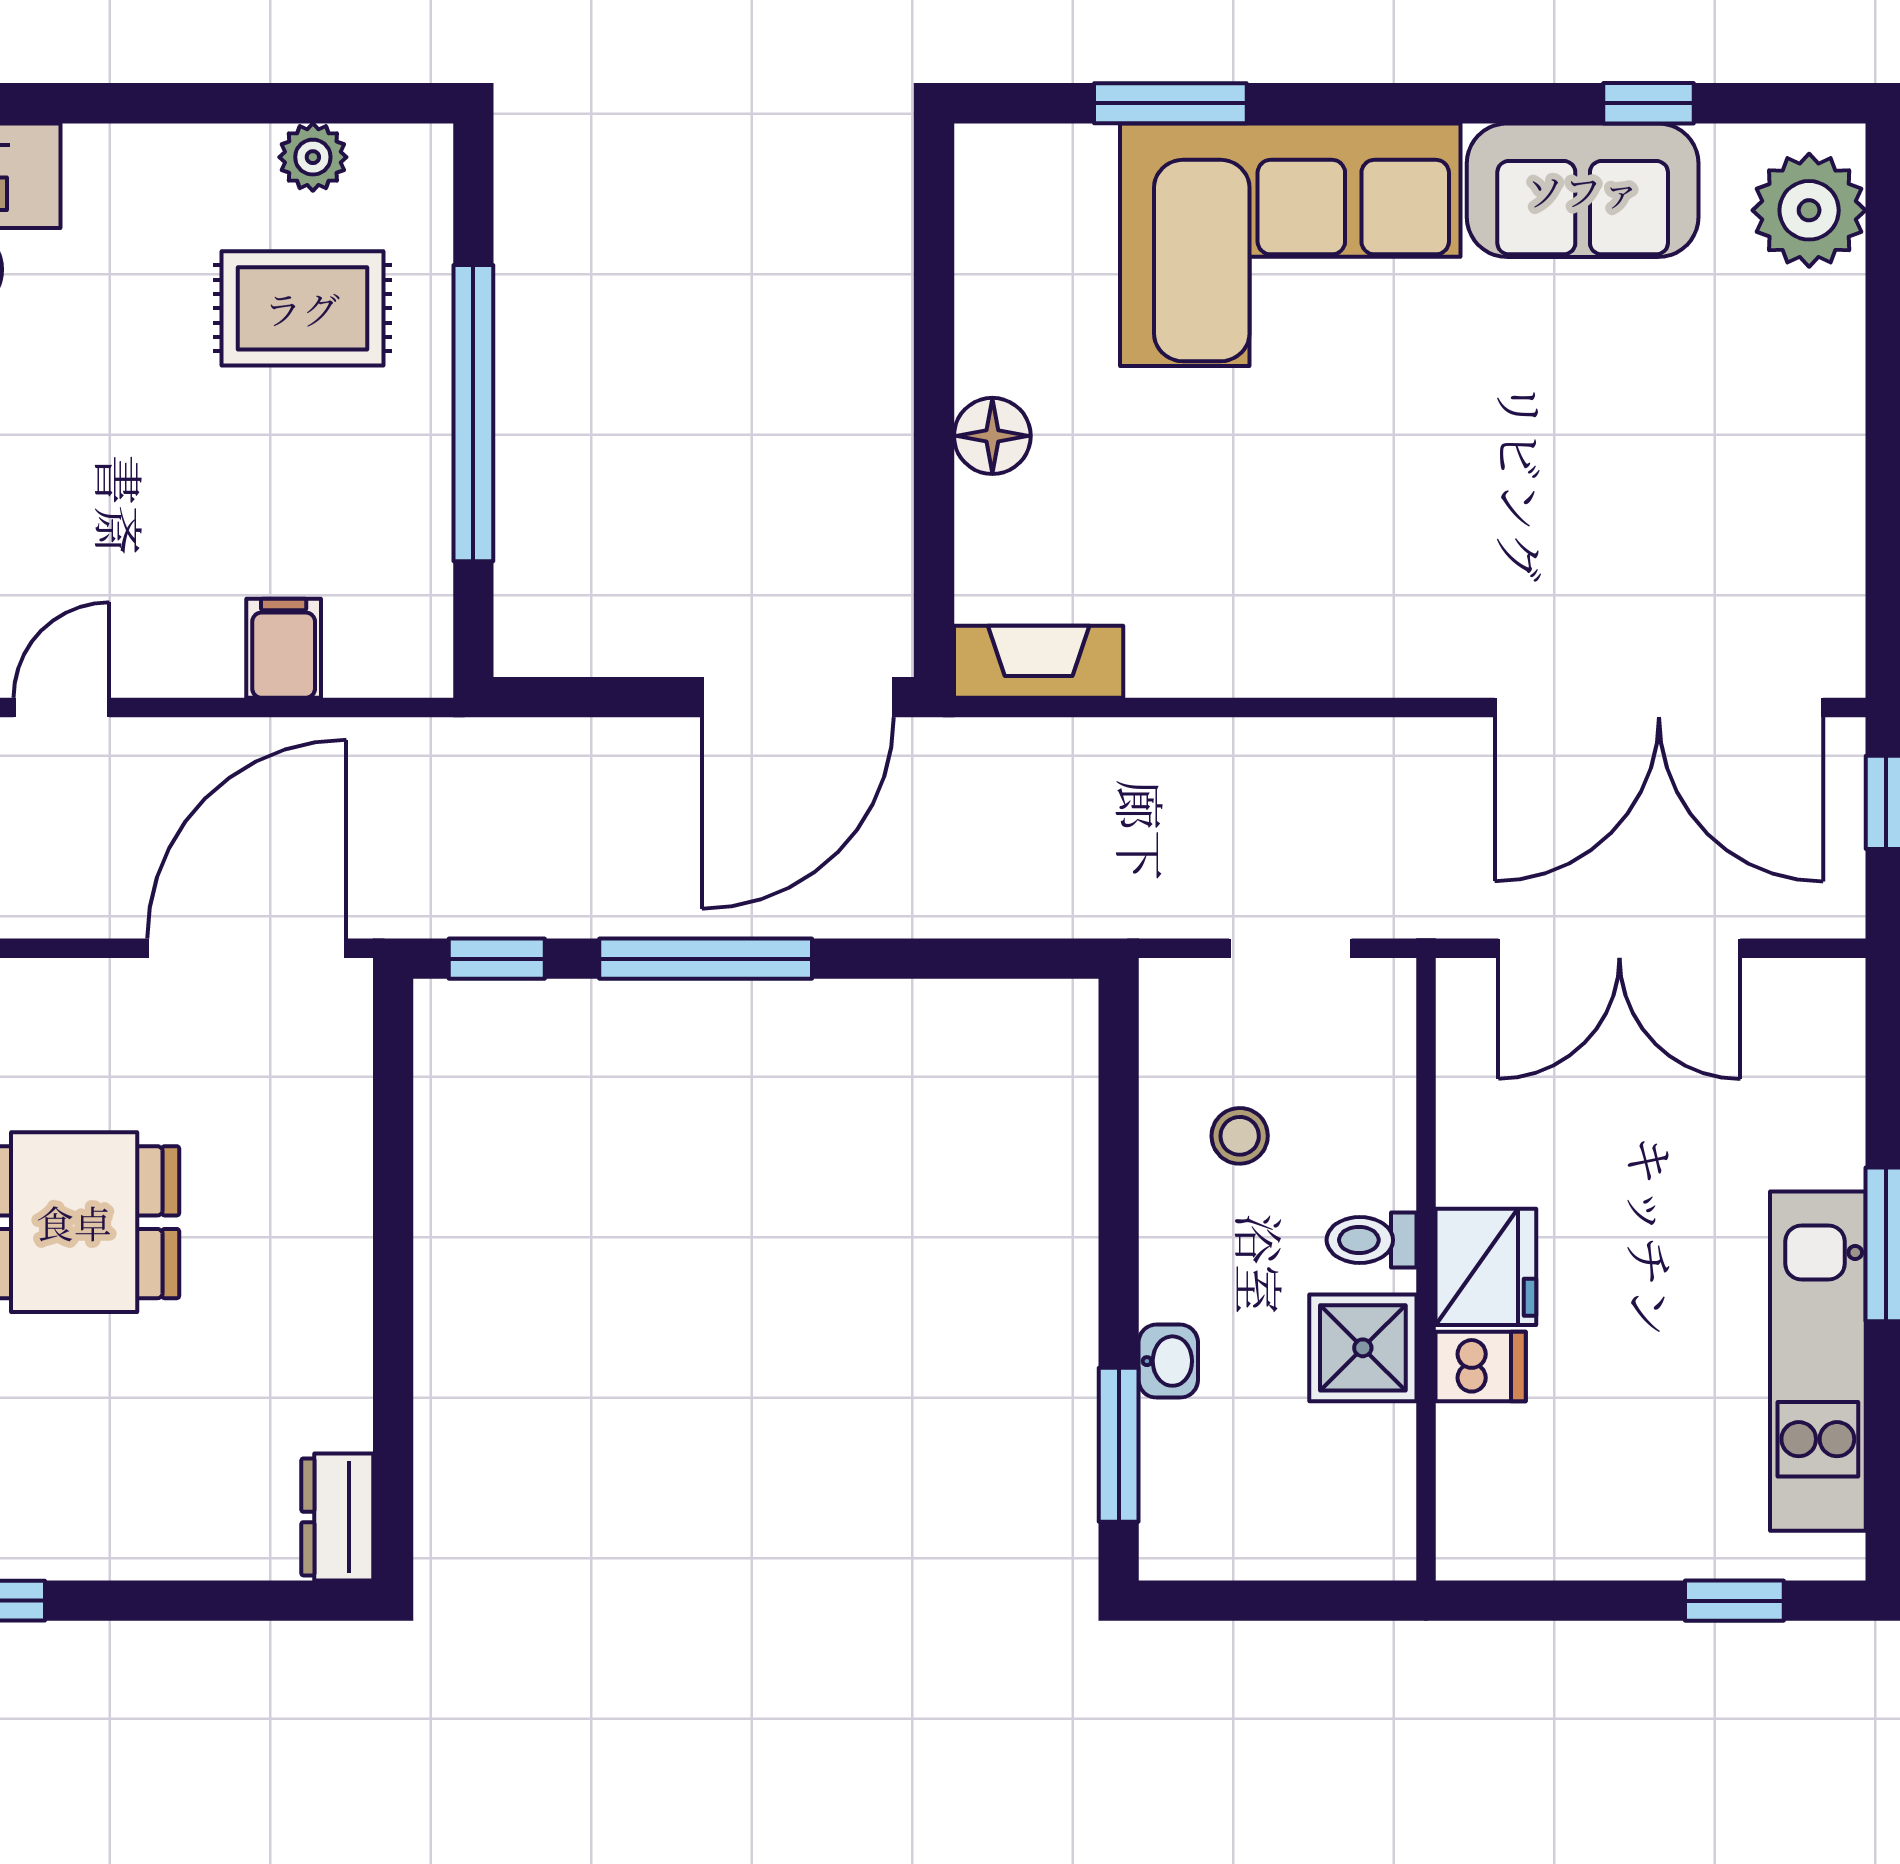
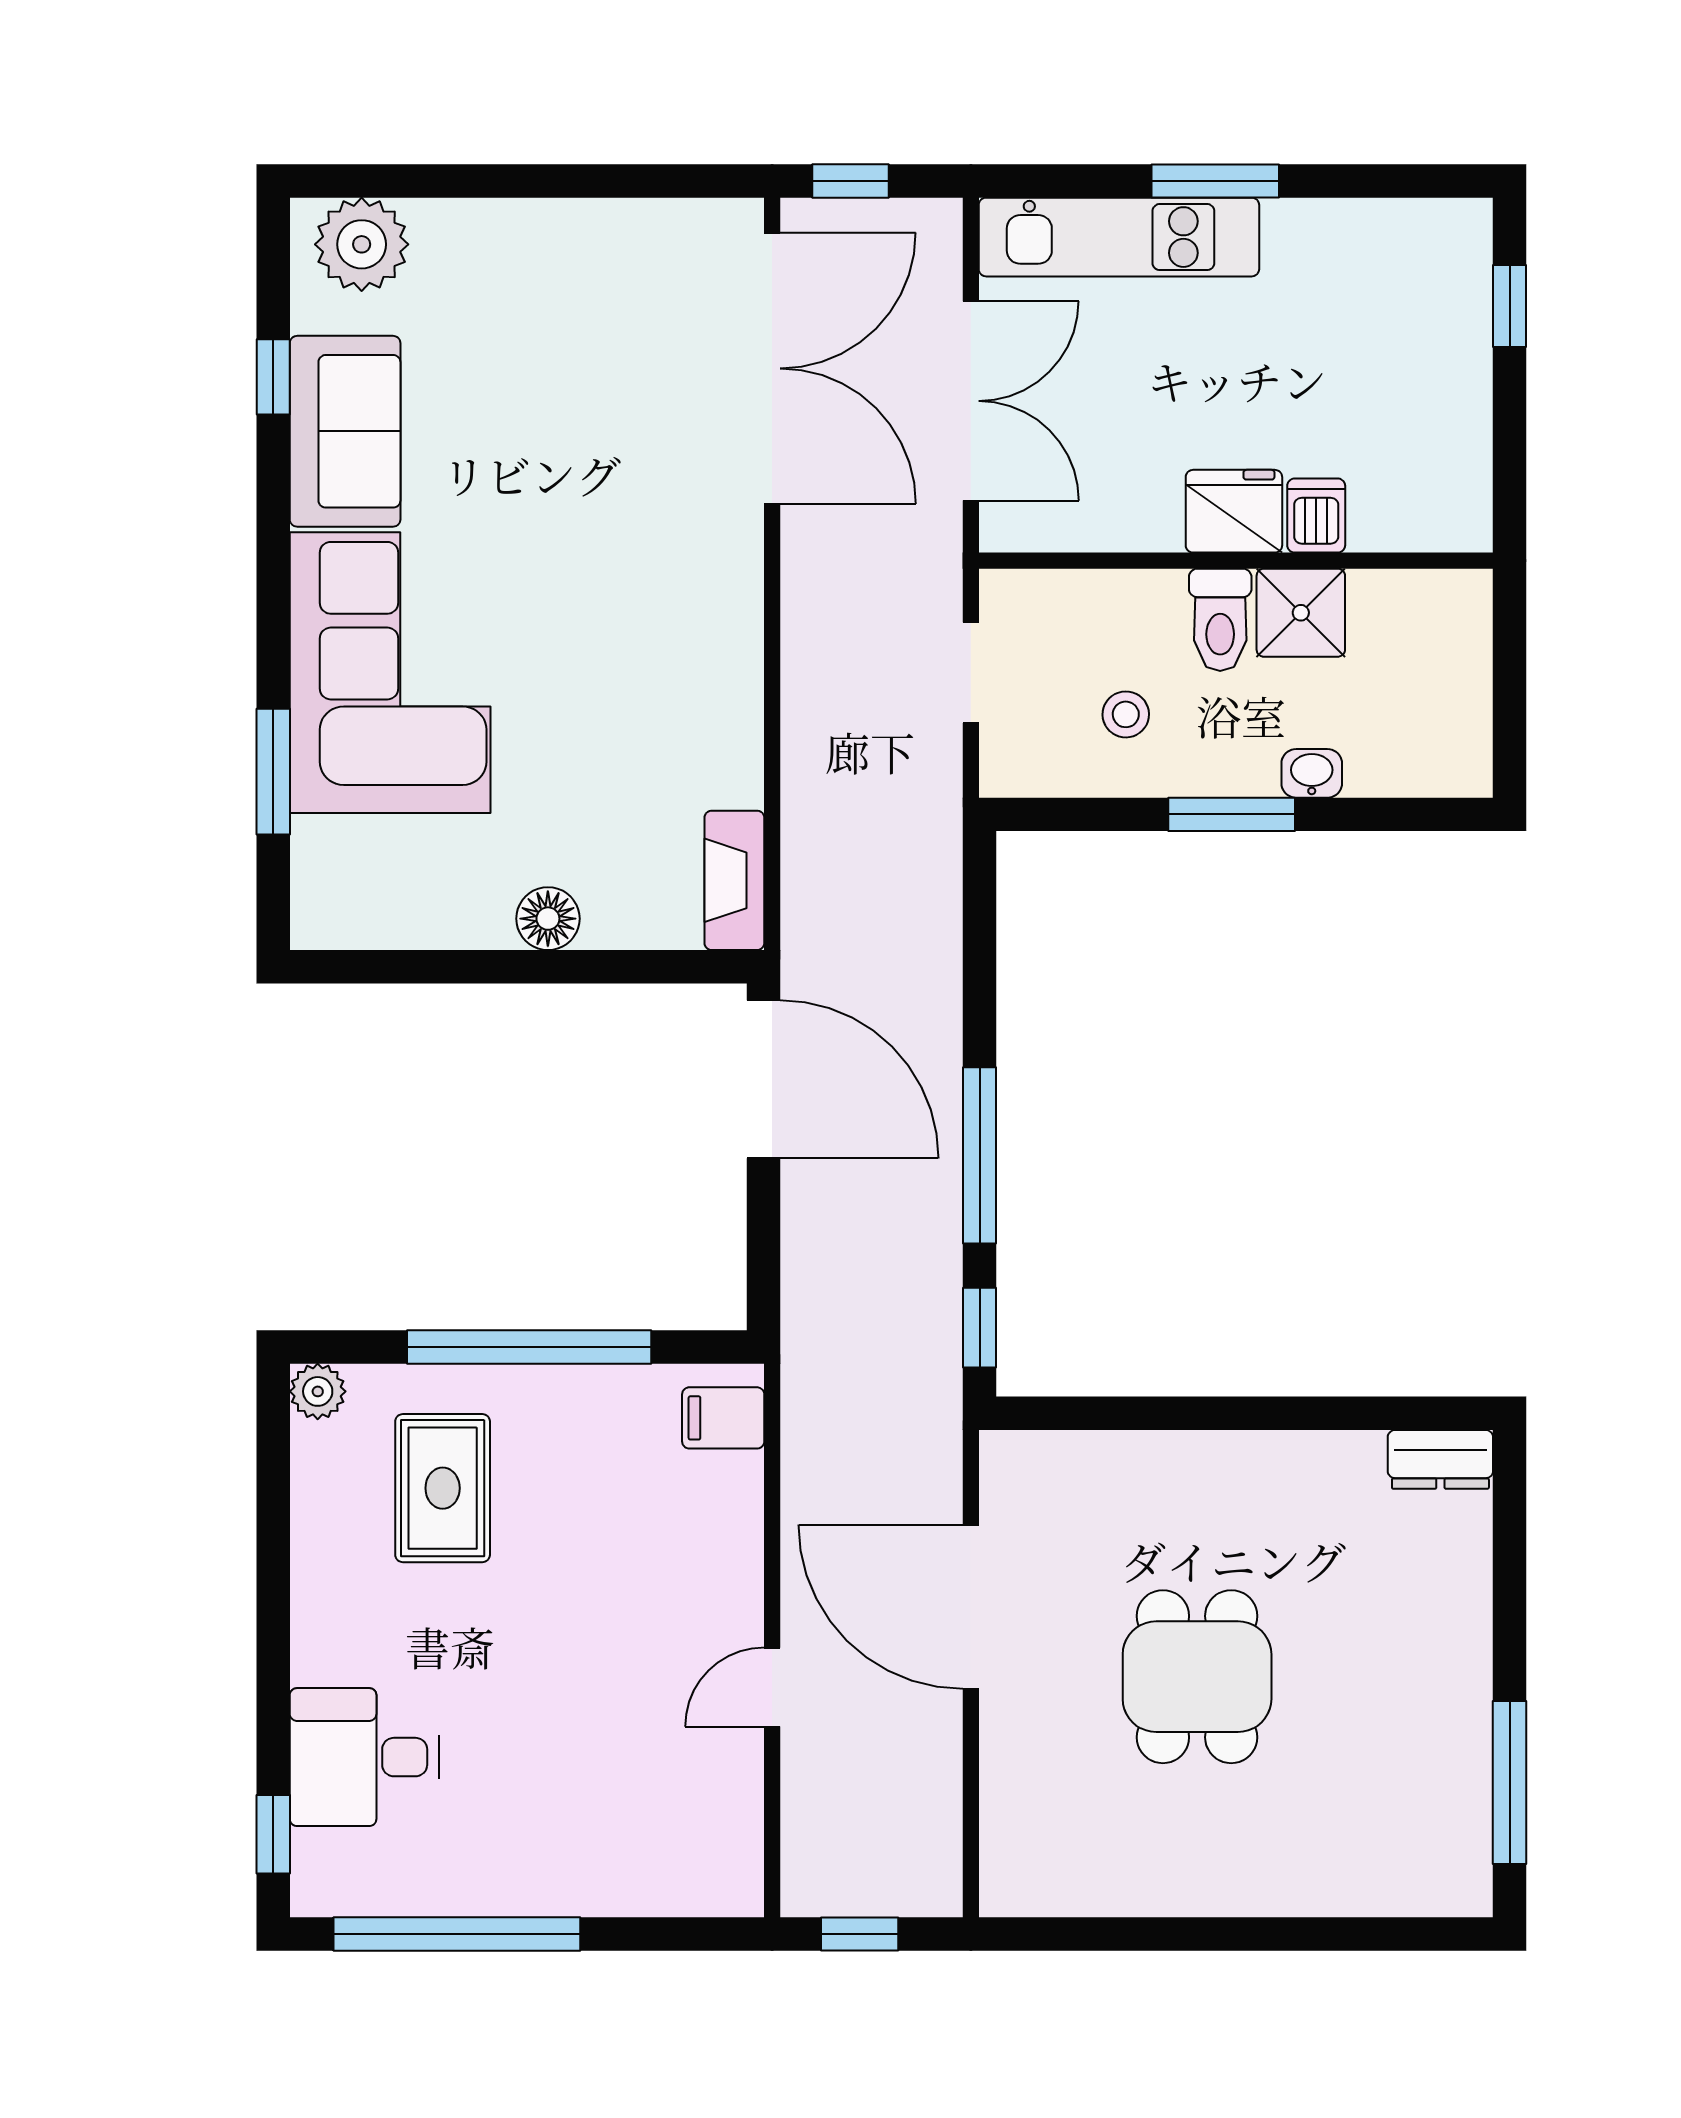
plant: (313, 157) -> (318, 1391), moved
filing cabinet: (284, 648) -> (723, 1418), moved
door: (61, 708) -> (772, 1687), hinge flipped
door: (247, 948) -> (971, 1607), moved
toilet: (1371, 1240) -> (1220, 620), width x1.37, depth x1.39
kitchen unit: (1818, 1361) -> (1119, 237), moved
window: (1119, 1445) -> (1232, 814), moved

